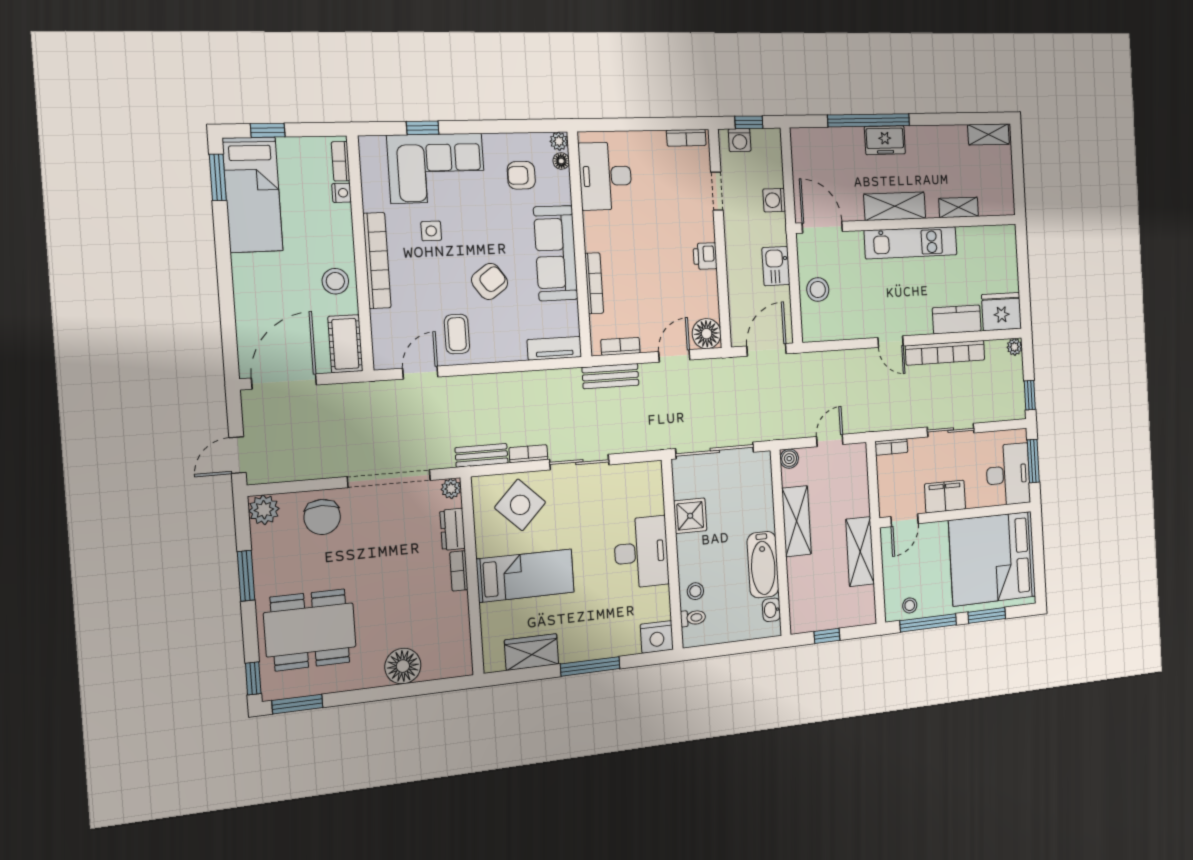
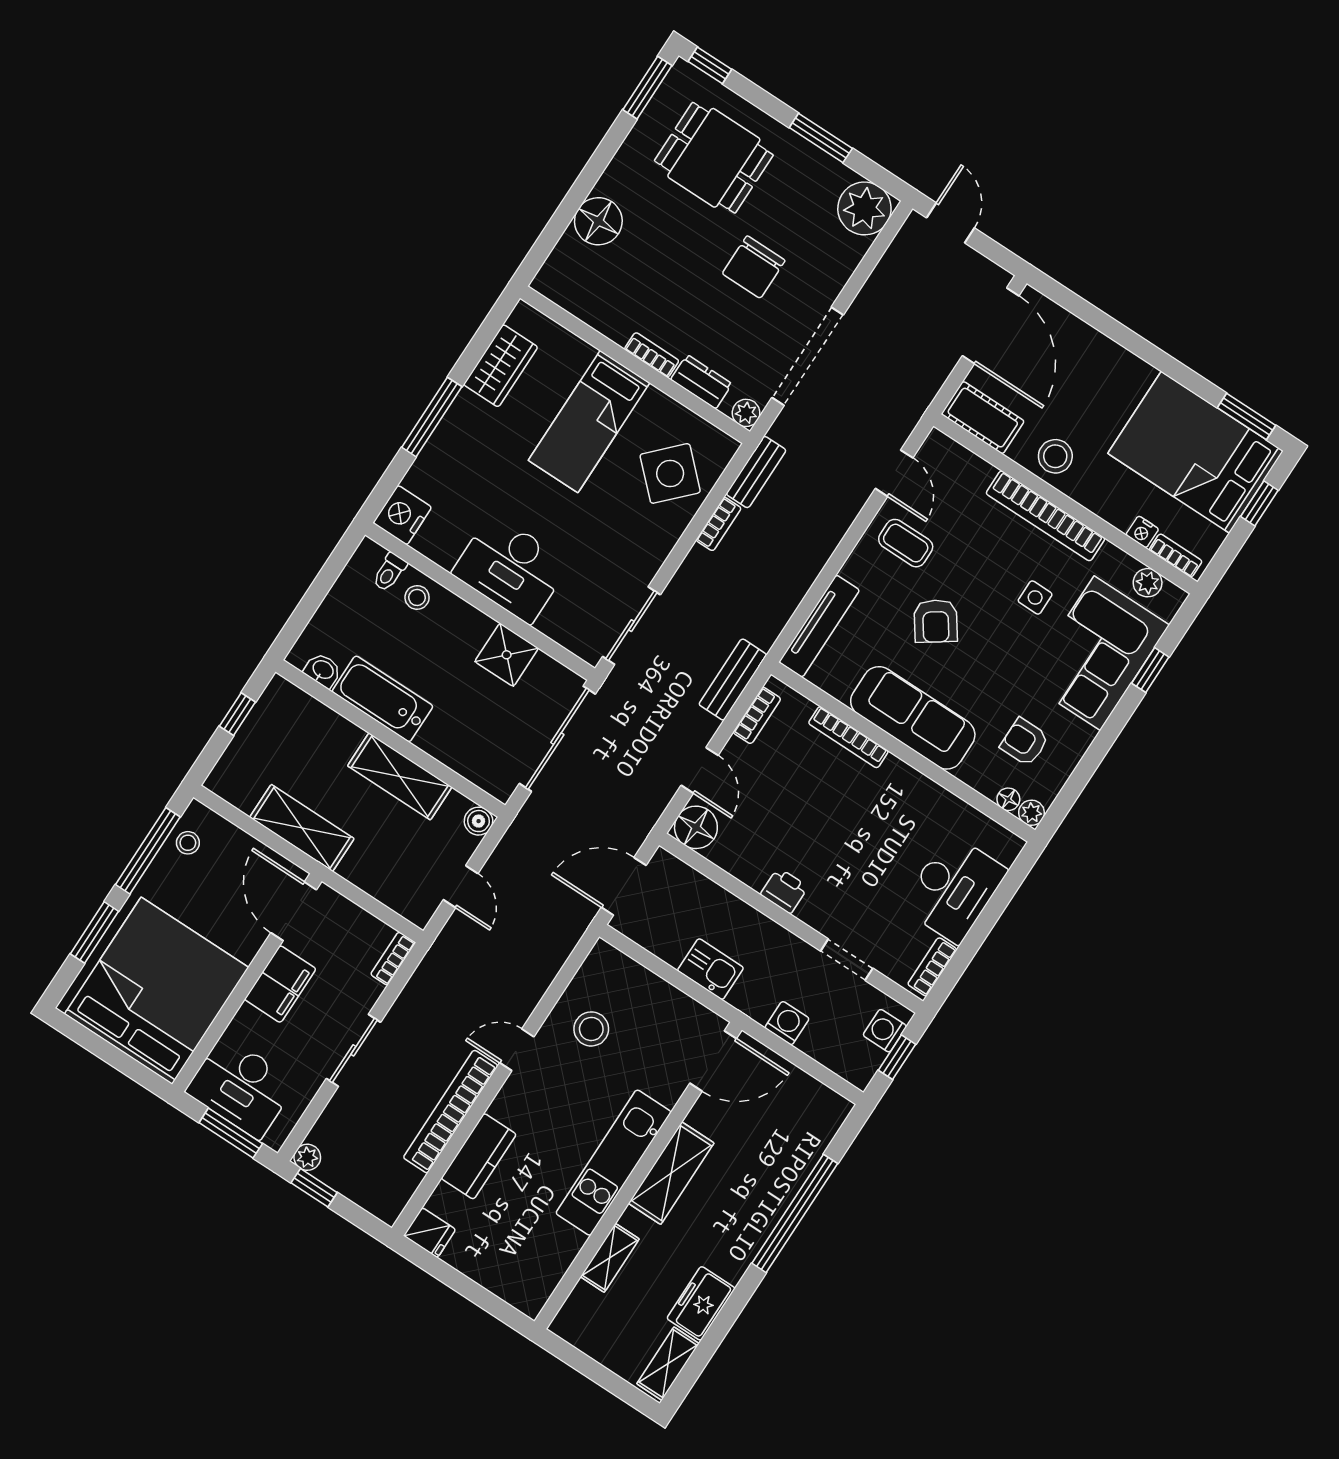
freezer: (885, 140) -> (701, 1303), moved
plant: (371, 167) -> (1148, 583), added
armchair: (521, 175) -> (1024, 742), turned -90
desk: (605, 176) -> (954, 889), moved, turned 90
bed: (253, 195) -> (1196, 452), width x1.50
stool: (818, 289) -> (591, 1029), moved
fridge: (1001, 312) -> (430, 1233), width x0.53, depth x0.75
plant: (1015, 347) -> (307, 1157), moved
tv unit: (554, 348) -> (819, 626), width x1.41
door: (767, 350) -> (624, 886), swing flipped
sliding door: (579, 462) -> (631, 626), moved
plant: (264, 510) -> (864, 208), width x1.36, depth x1.36
chair: (322, 517) -> (754, 267), moved, turned -90
door: (905, 520) -> (294, 911), width x1.38
dining table: (310, 630) -> (714, 158), width x0.73

